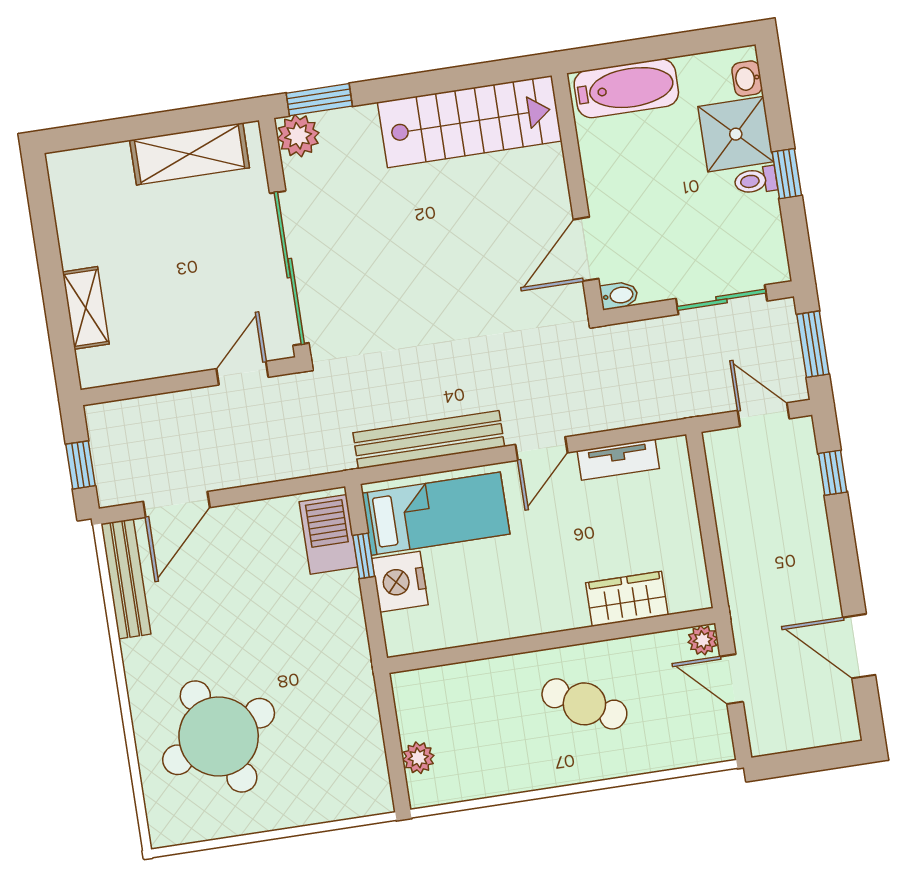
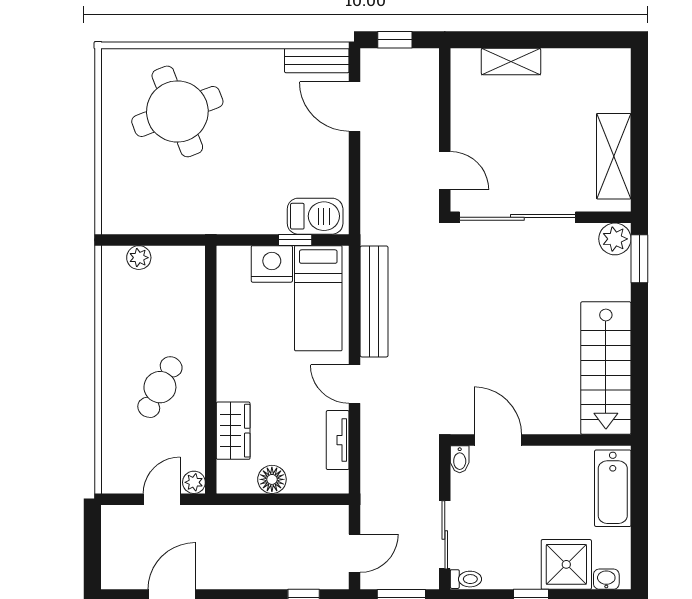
toilet: (756, 181) -> (466, 579), moved, turned 90
floor lamp: (683, 538) -> (272, 479), added
bench: (126, 579) -> (317, 61), width x0.73

